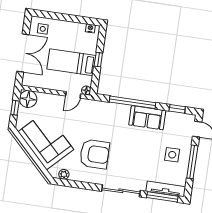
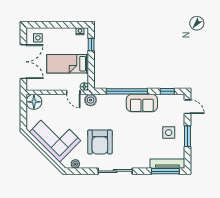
window: (98, 60) -> (91, 45), moved
door: (73, 95) -> (73, 92), hinge flipped
plant: (91, 106) -> (91, 100), added
window: (15, 108) -> (23, 111), removed
armchair: (95, 154) -> (100, 142), turned 90
window: (192, 162) -> (187, 136), width x0.69
sliding door: (121, 191) -> (115, 171), moved

